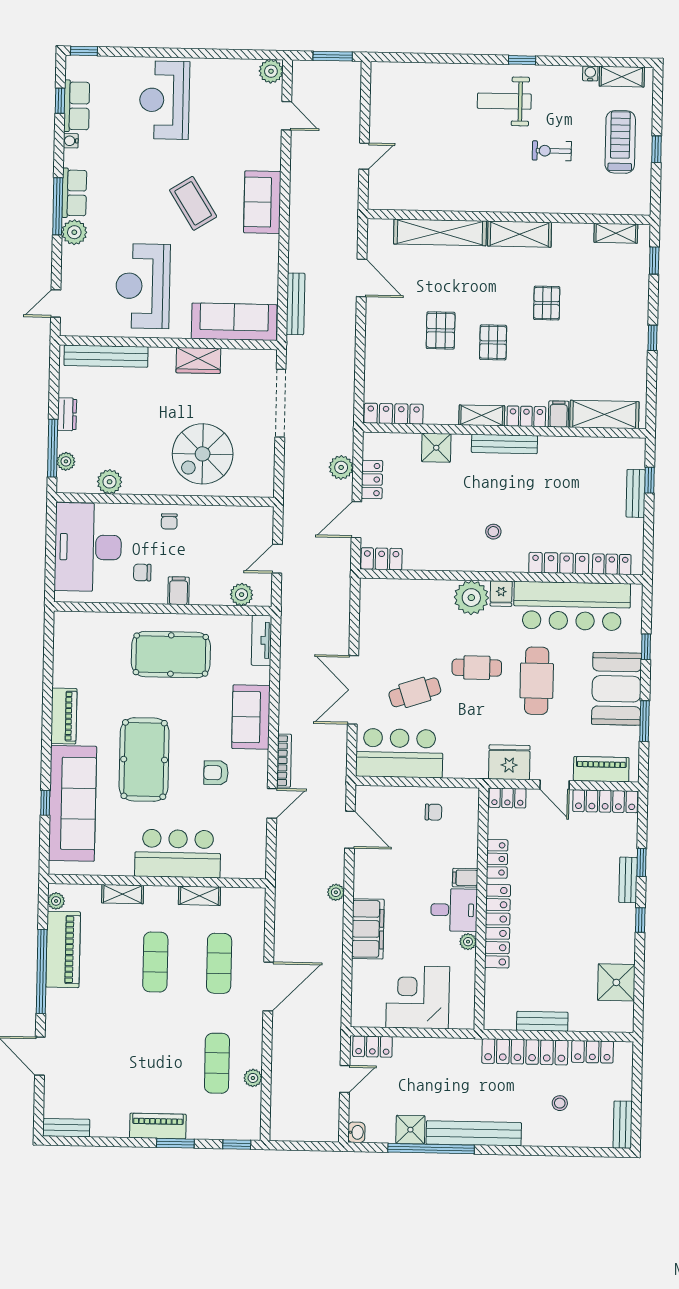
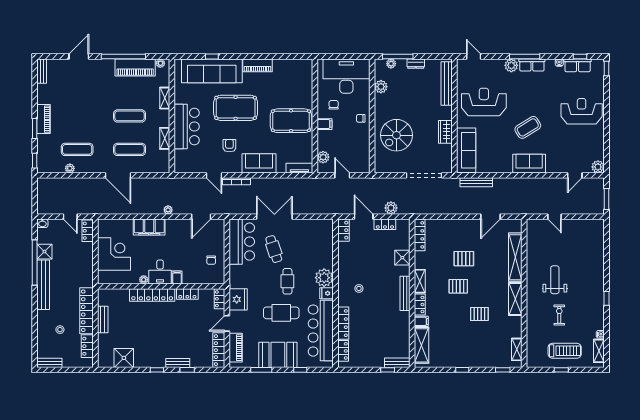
weight bench: (504, 101) -> (555, 280), moved
spiral stairs: (203, 454) -> (396, 135), turned -90
bench: (636, 493) -> (397, 363), moved
pool table: (171, 655) -> (291, 121), turned 90

